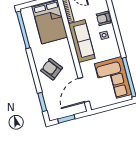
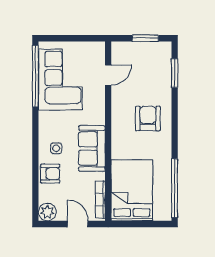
sofa: (82, 41) -> (92, 149), width x0.73
armchair: (52, 69) -> (148, 118), turned -142
door: (84, 90) -> (108, 75), width x0.53

